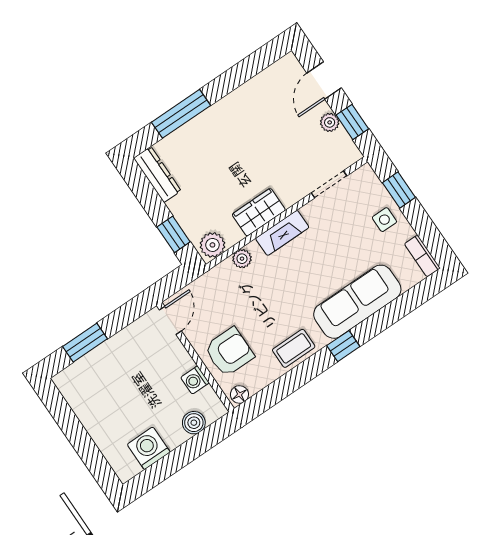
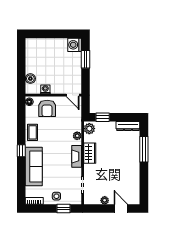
window: (352, 122) -> (99, 209), removed
washing machine: (149, 448) -> (75, 45), moved, turned 180

